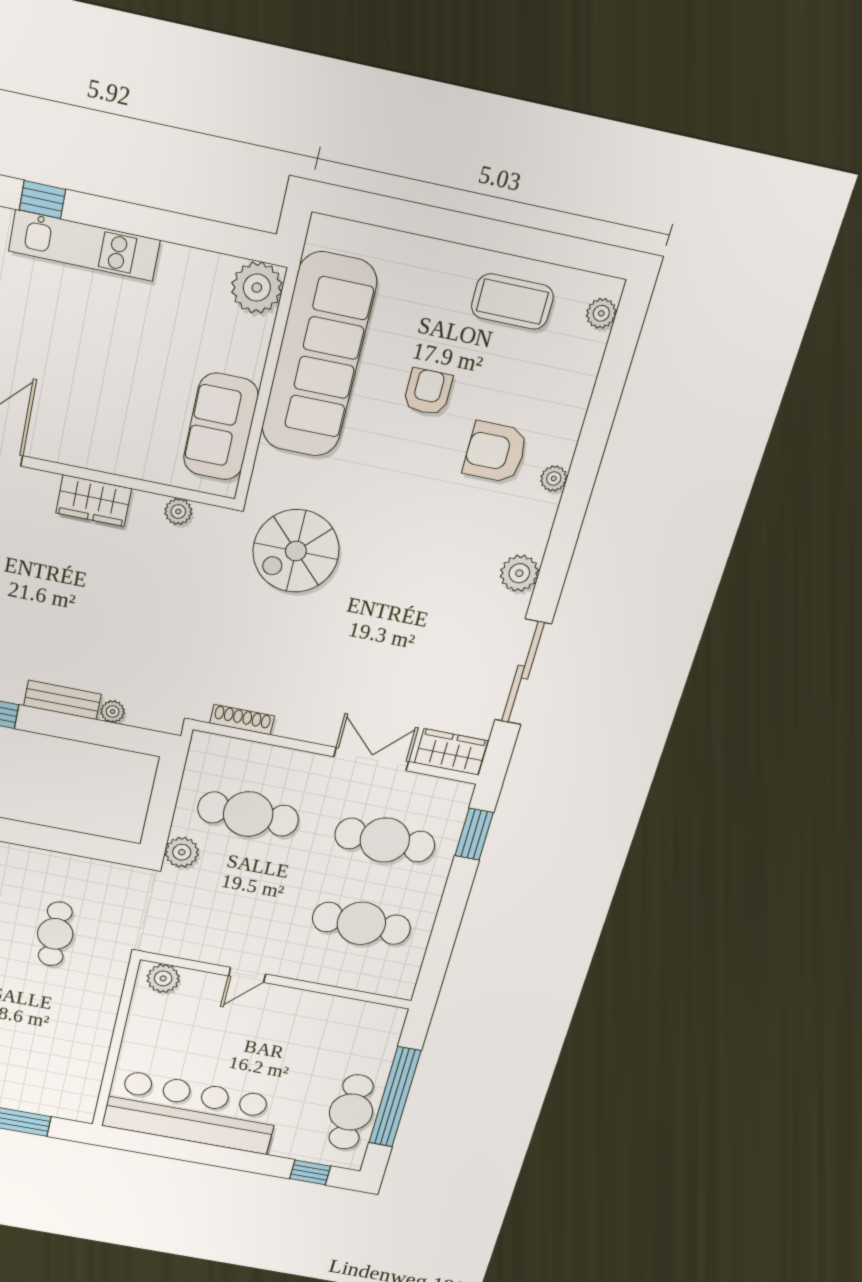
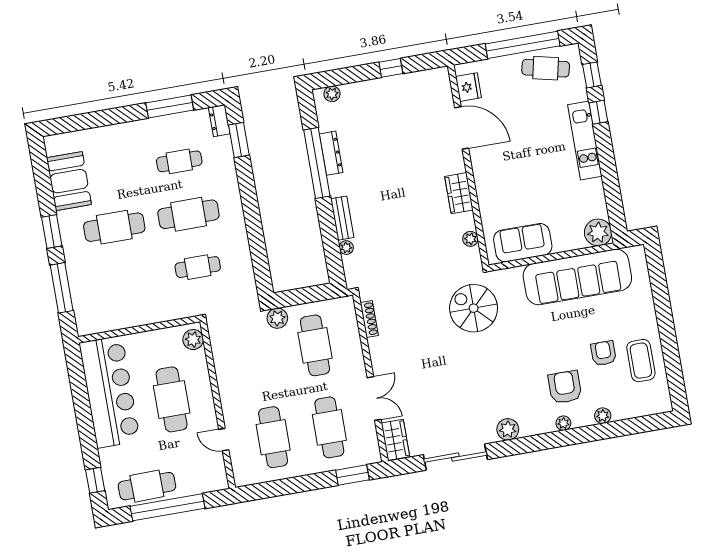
plant: (601, 313) -> (603, 416), moved
armchair: (428, 392) -> (603, 353), moved, turned -90
door: (247, 975) -> (224, 440), moved
cafe table: (240, 1038) -> (172, 399), added

